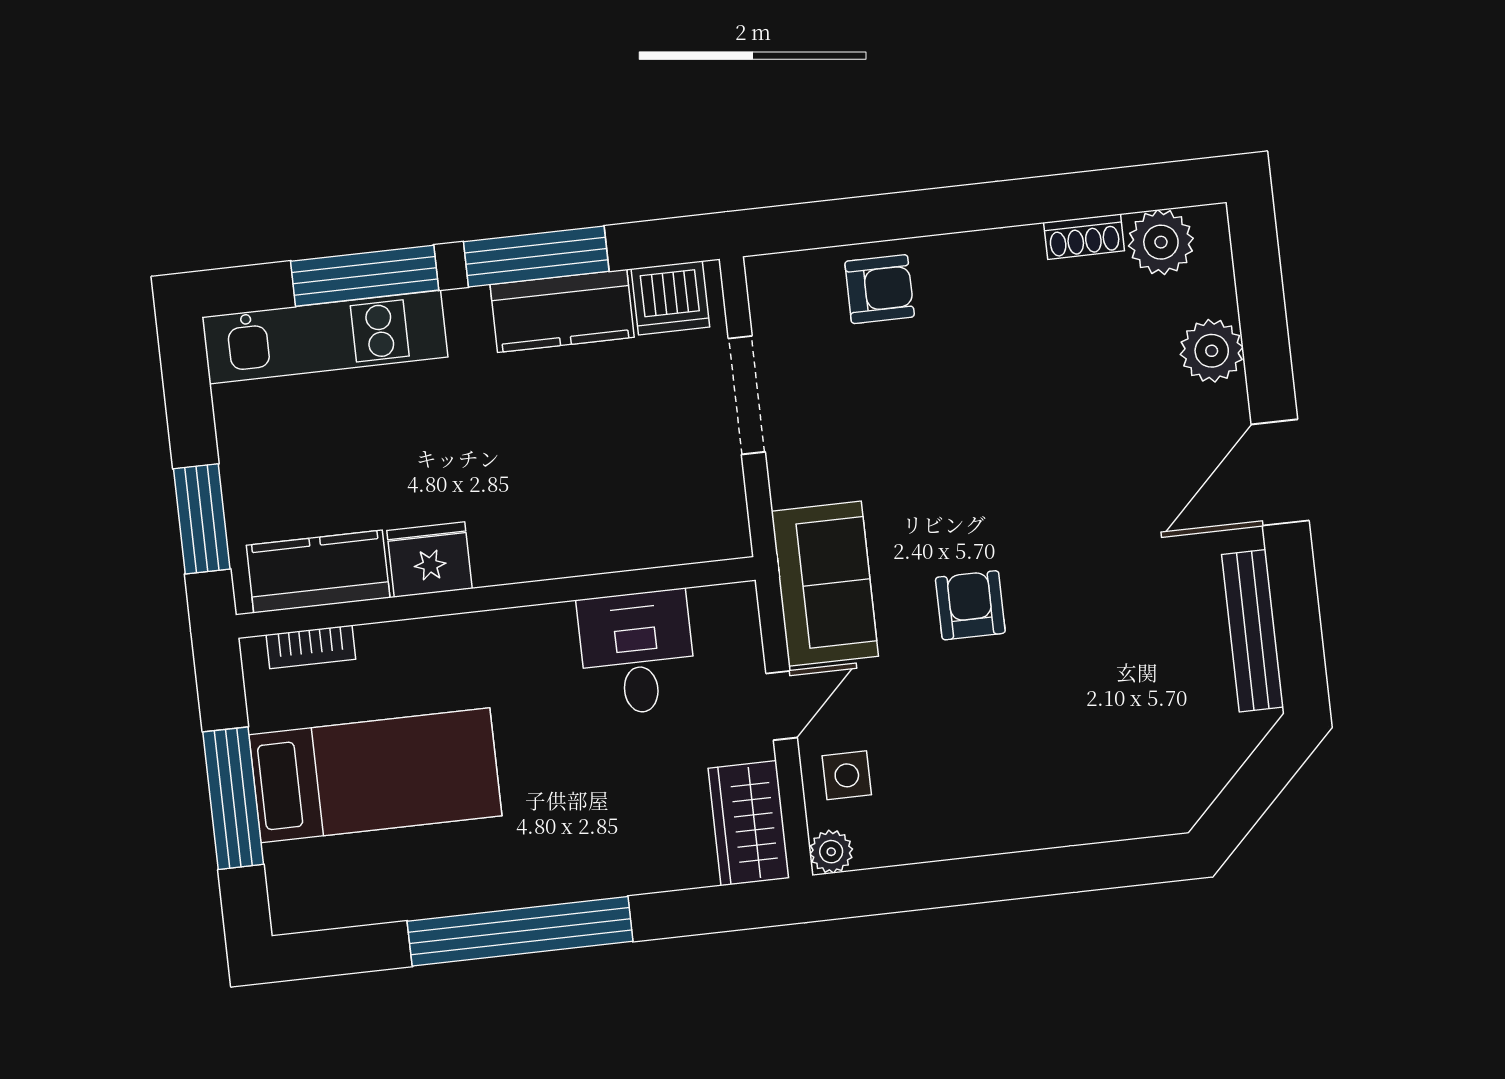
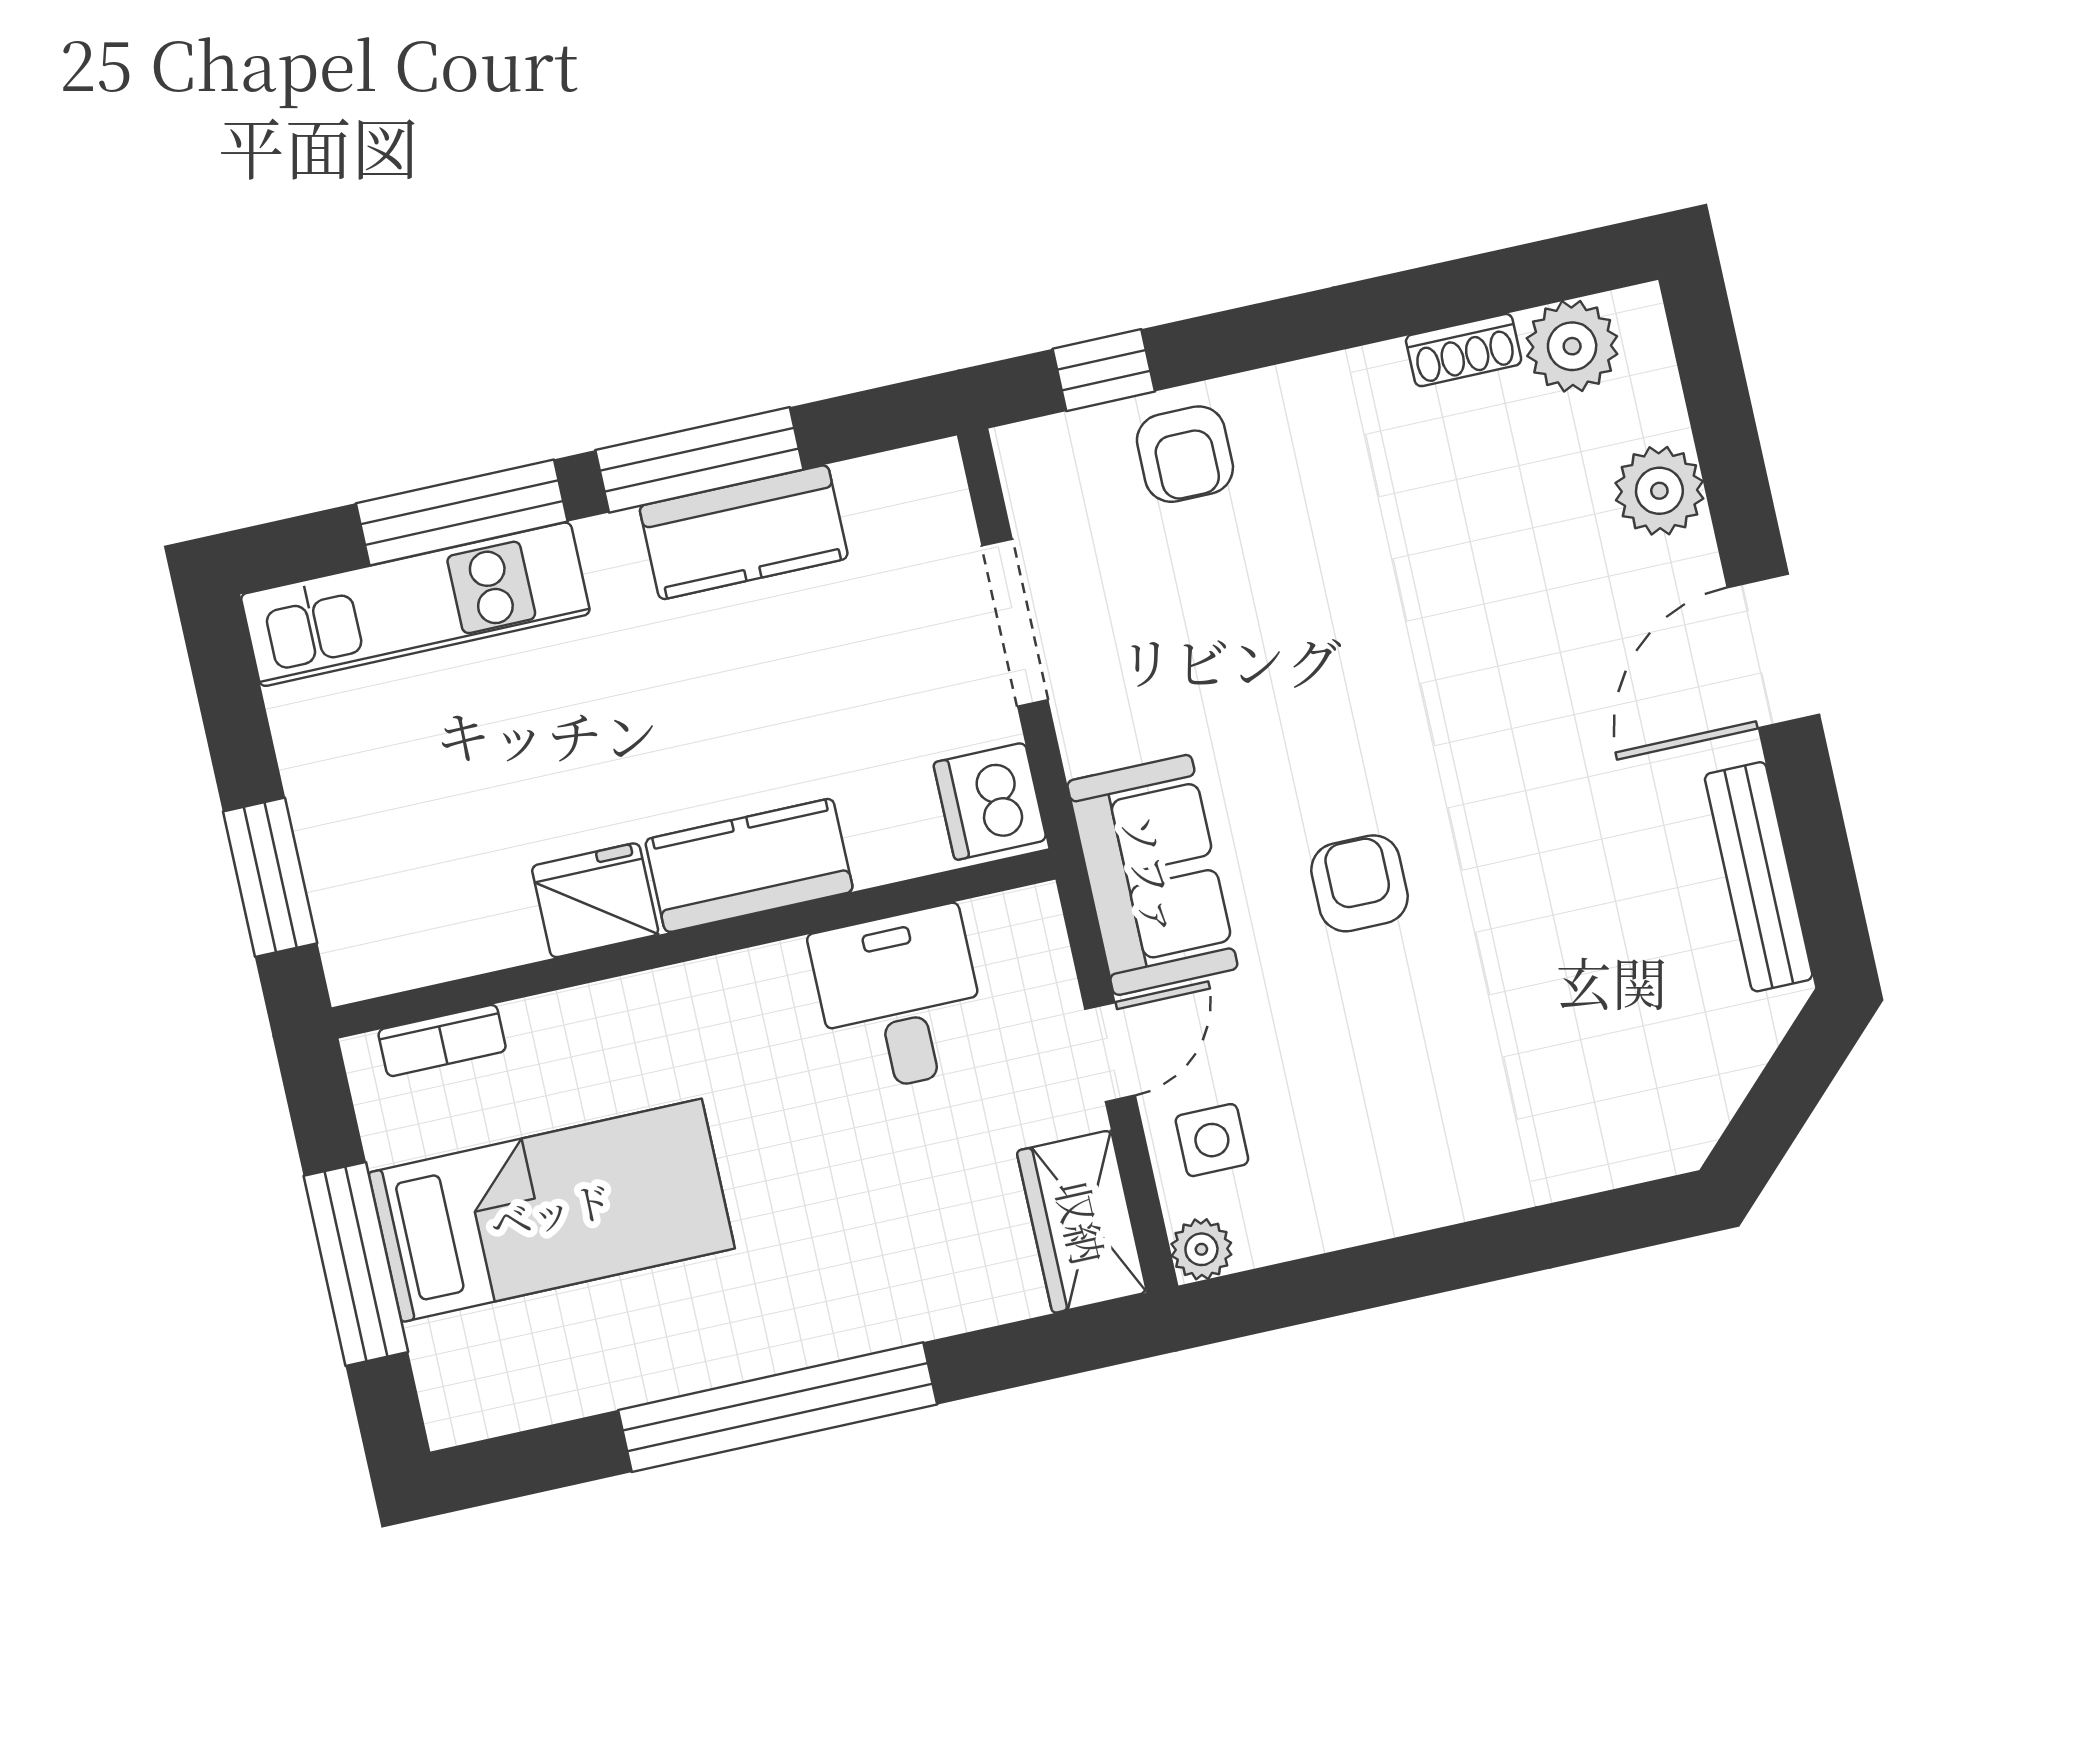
window: (829, 224) -> (1104, 370), added
armchair: (880, 289) -> (1185, 454), turned 90
dishwasher: (670, 298) -> (990, 801), moved, turned 90
kitchen counter: (318, 572) -> (749, 865), moved

